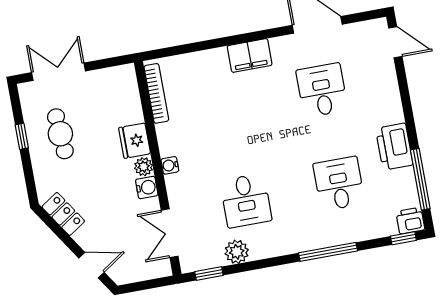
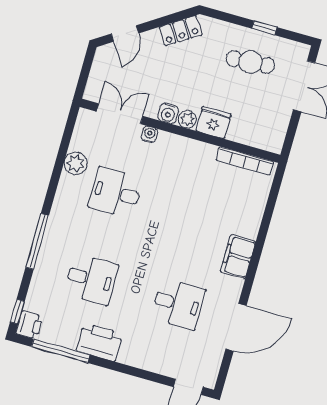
water cooler: (170, 165) -> (149, 134), moved
window: (209, 274) -> (69, 130), removed

